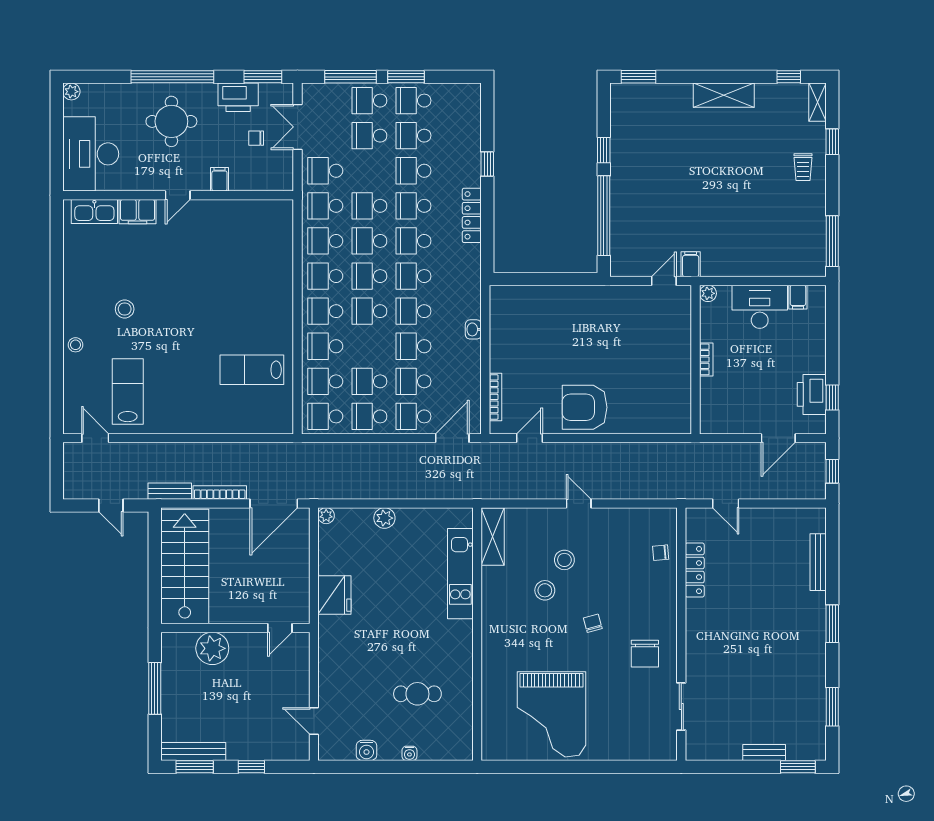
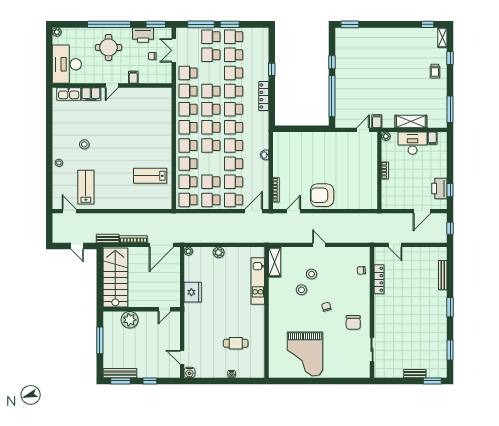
shelving: (724, 95) -> (411, 121), moved
water cooler: (366, 750) -> (190, 373), moved

